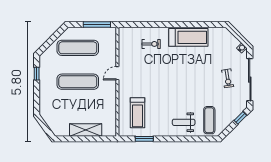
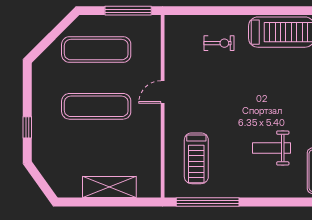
window: (37, 74) -> (27, 127), moved
weight bench: (184, 122) -> (272, 148), moved
window: (144, 139) -> (208, 202), width x2.11

